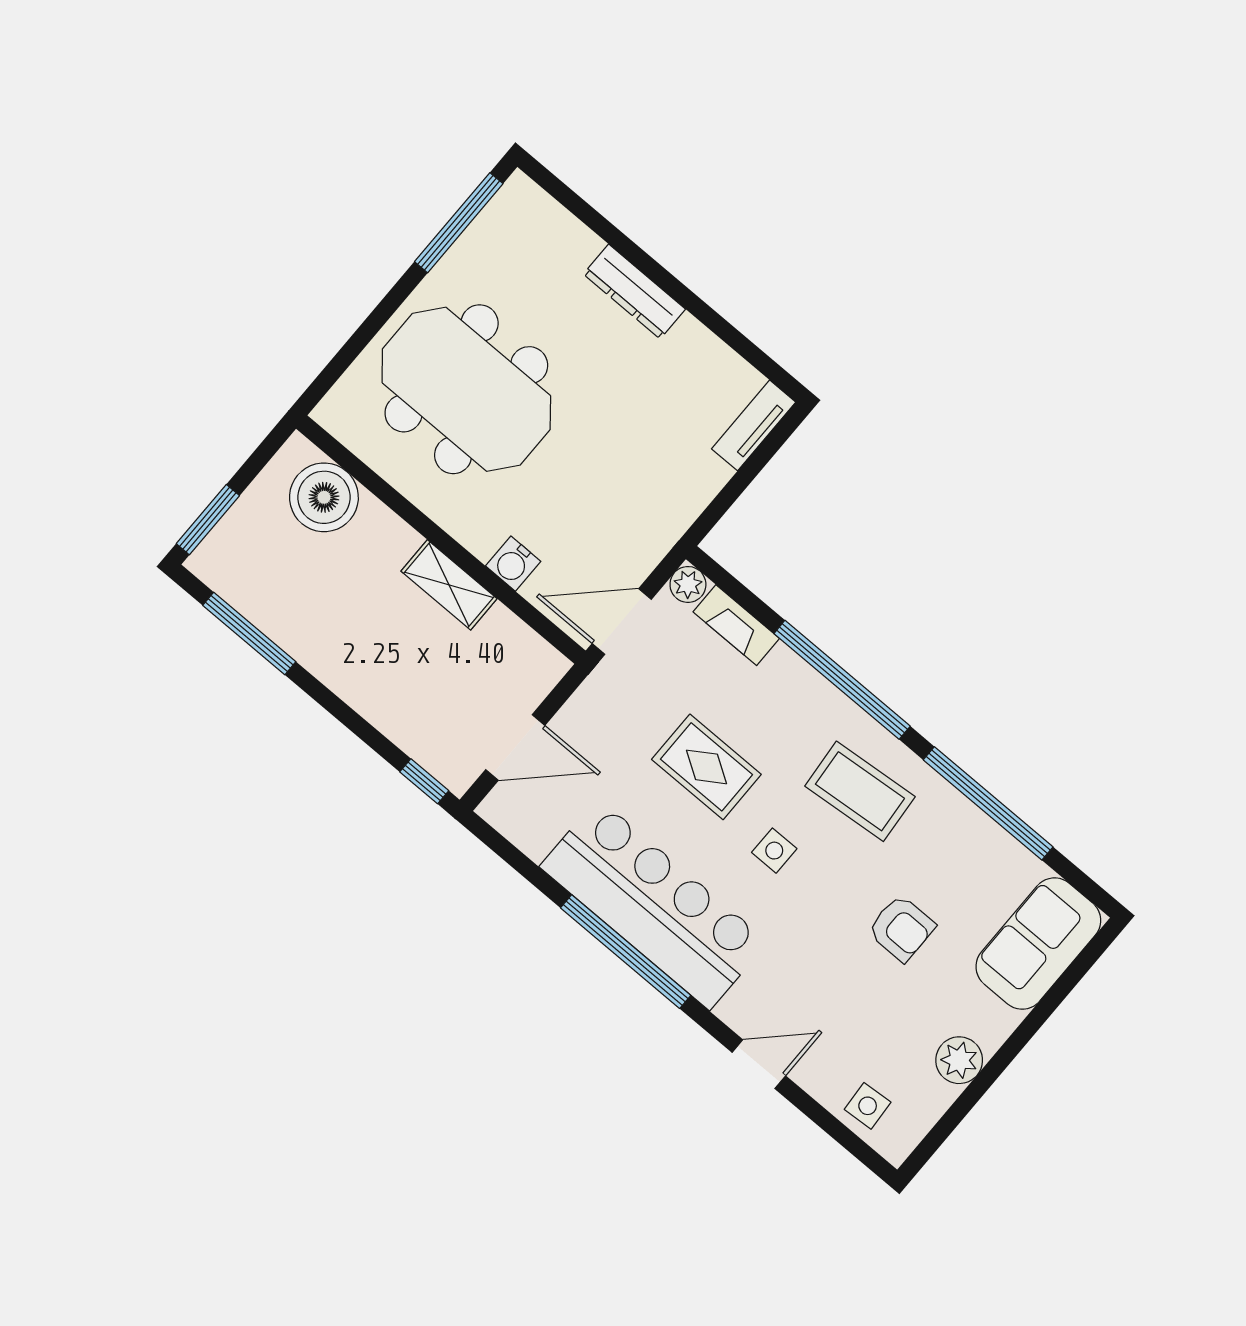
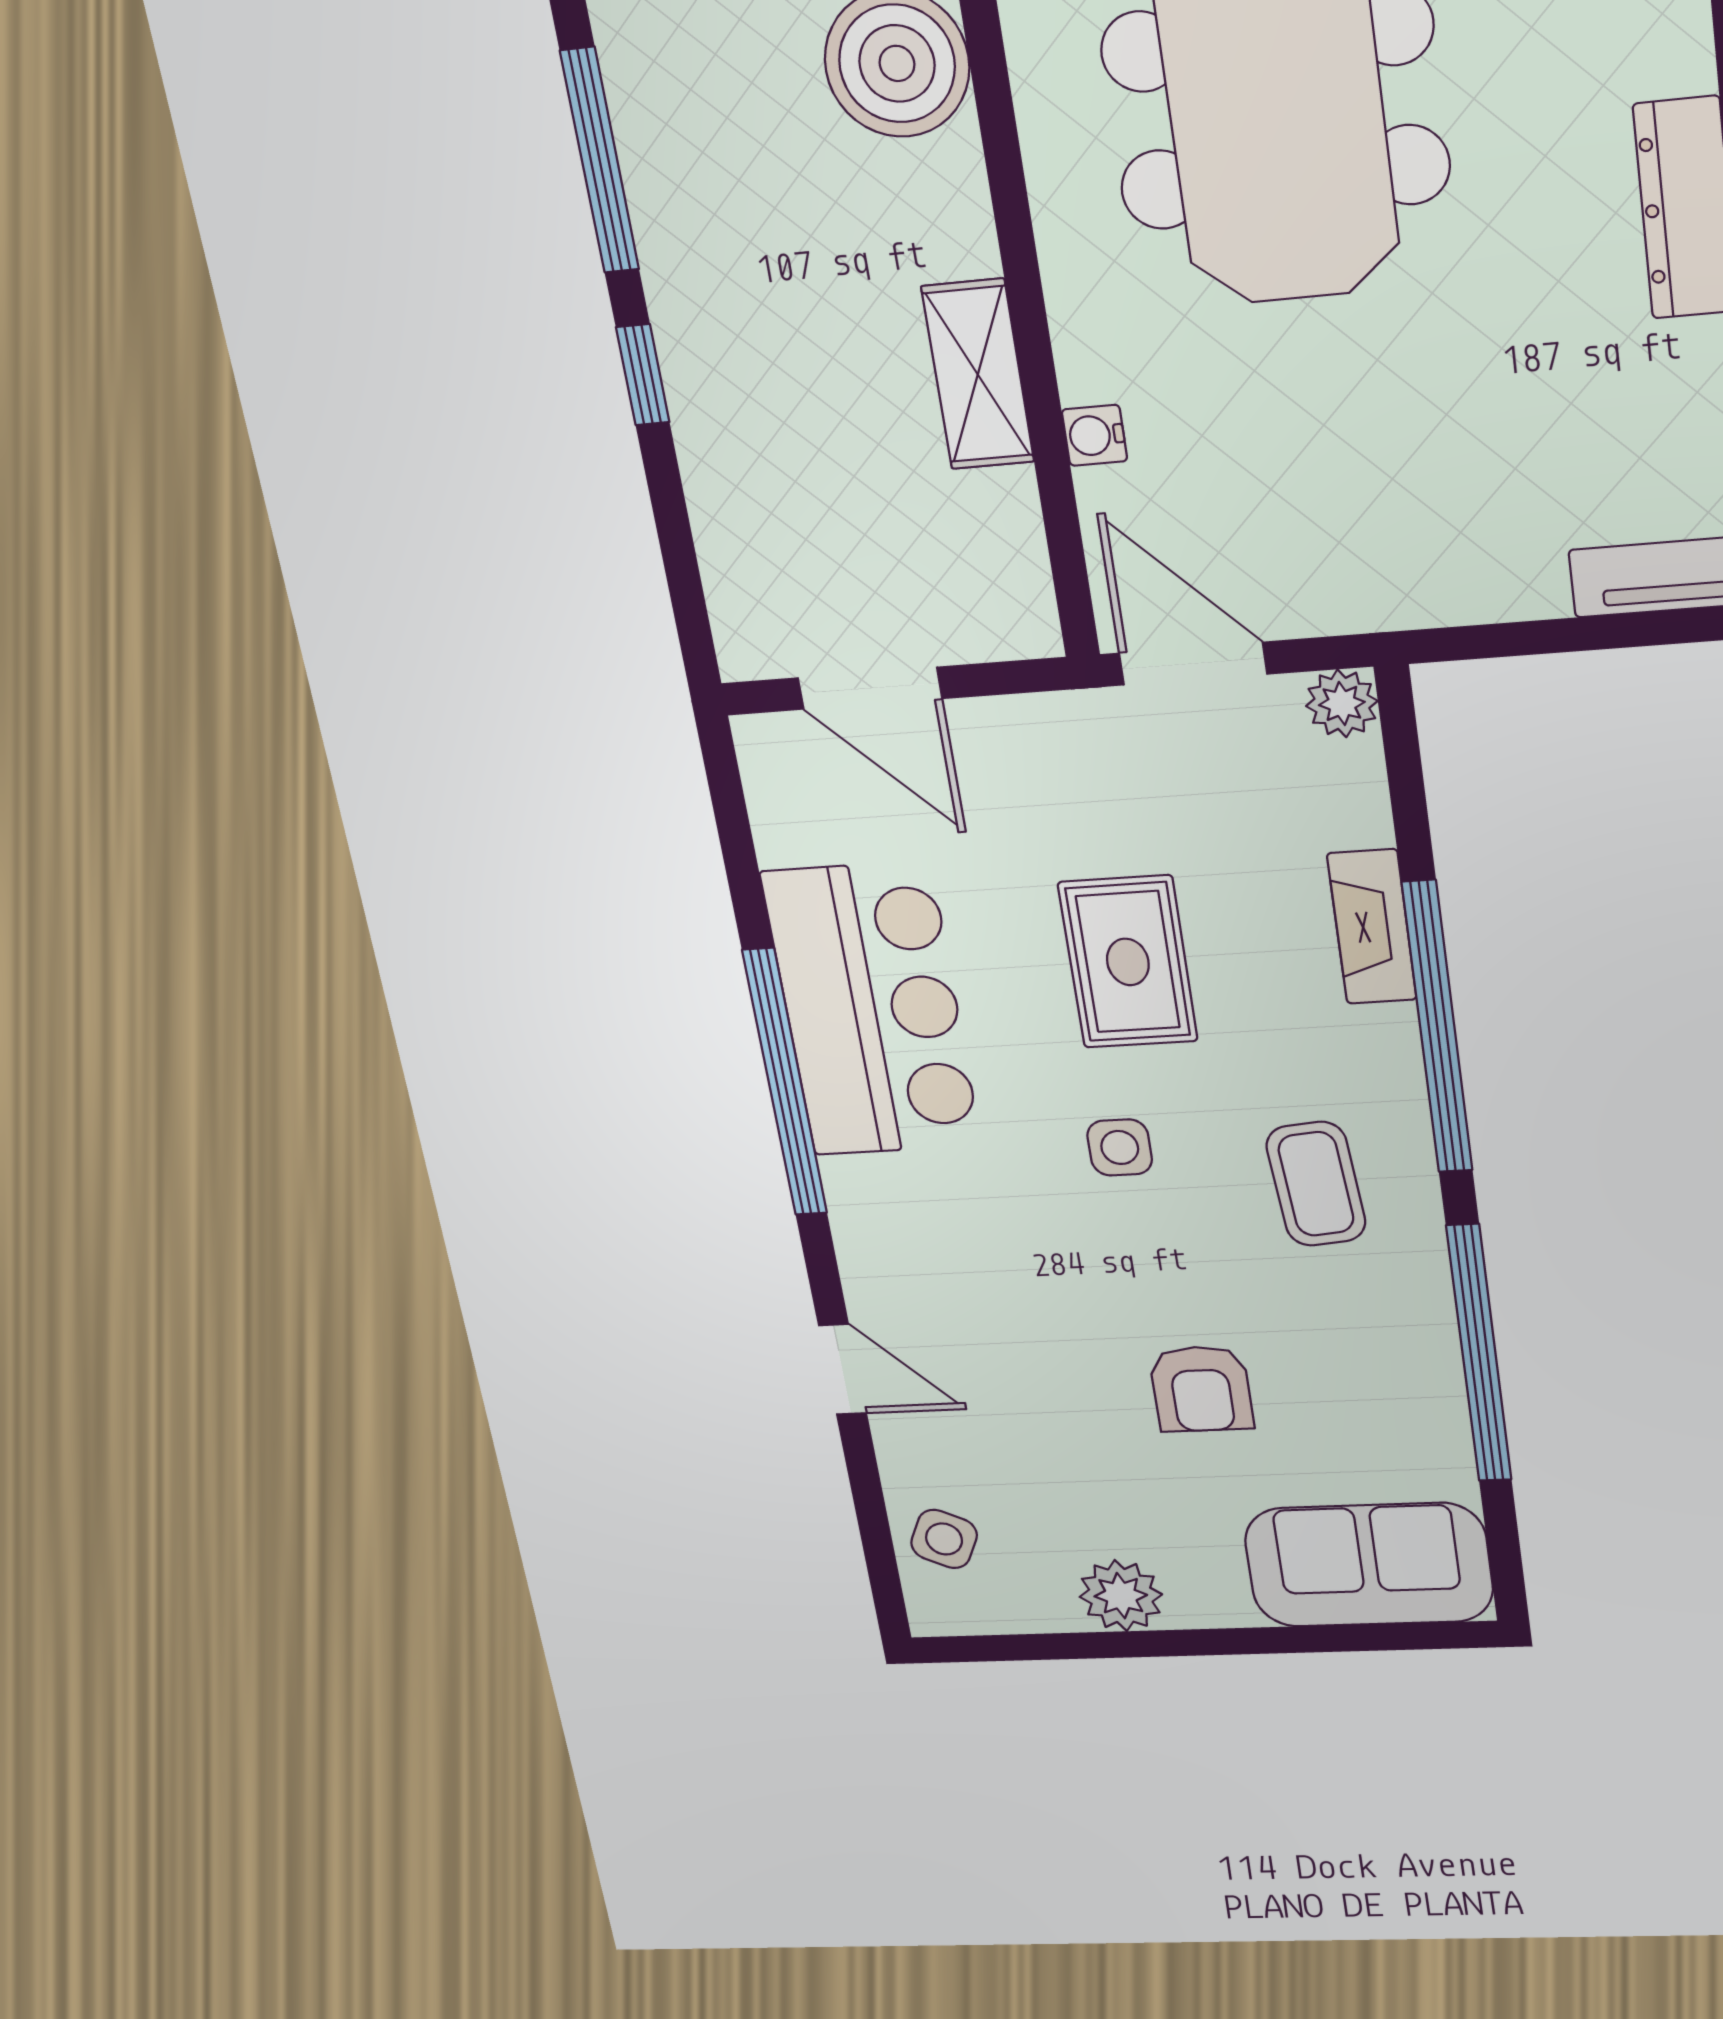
water cooler: (513, 564) -> (1095, 435), width x0.72, depth x0.72
fireplace: (736, 625) -> (1372, 927), moved
window: (424, 781) -> (643, 375), moved
coffee table: (860, 791) -> (1316, 1184), width x0.73, depth x0.77
bar counter: (654, 904) -> (872, 1010), width x0.73
side table: (868, 1106) -> (944, 1539), turned 30

